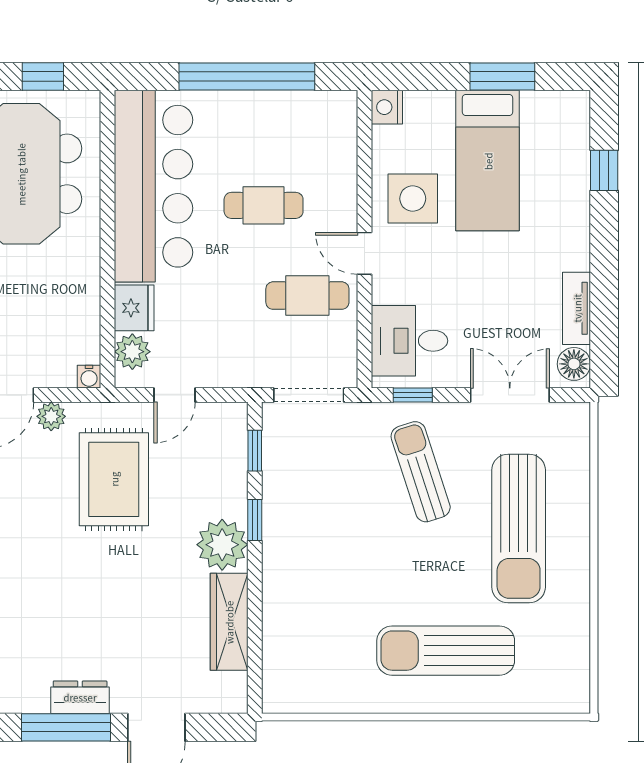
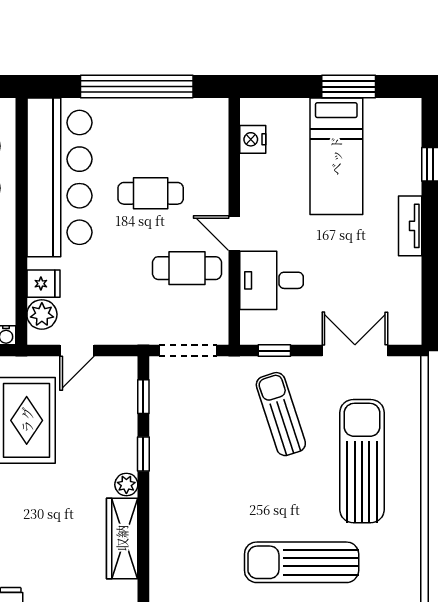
nightstand: (387, 107) -> (253, 139), moved
side table: (413, 199) -> (274, 188), removed
fridge: (134, 308) -> (43, 284), width x0.72
tv unit: (577, 308) -> (410, 226), moved
desk: (409, 341) -> (272, 280), moved
floor lamp: (574, 364) -> (408, 325), removed
sun lounger: (519, 529) -> (362, 461), turned 180
plant: (222, 545) -> (126, 485), width x0.53, depth x0.53

